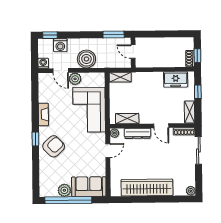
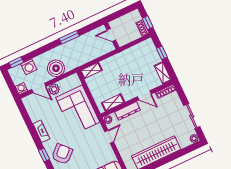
door: (133, 52) -> (111, 35), moved
wall: (133, 53) -> (112, 36), moved
freezer: (176, 79) -> (139, 51), removed
sliding door: (198, 150) -> (192, 116), moved

